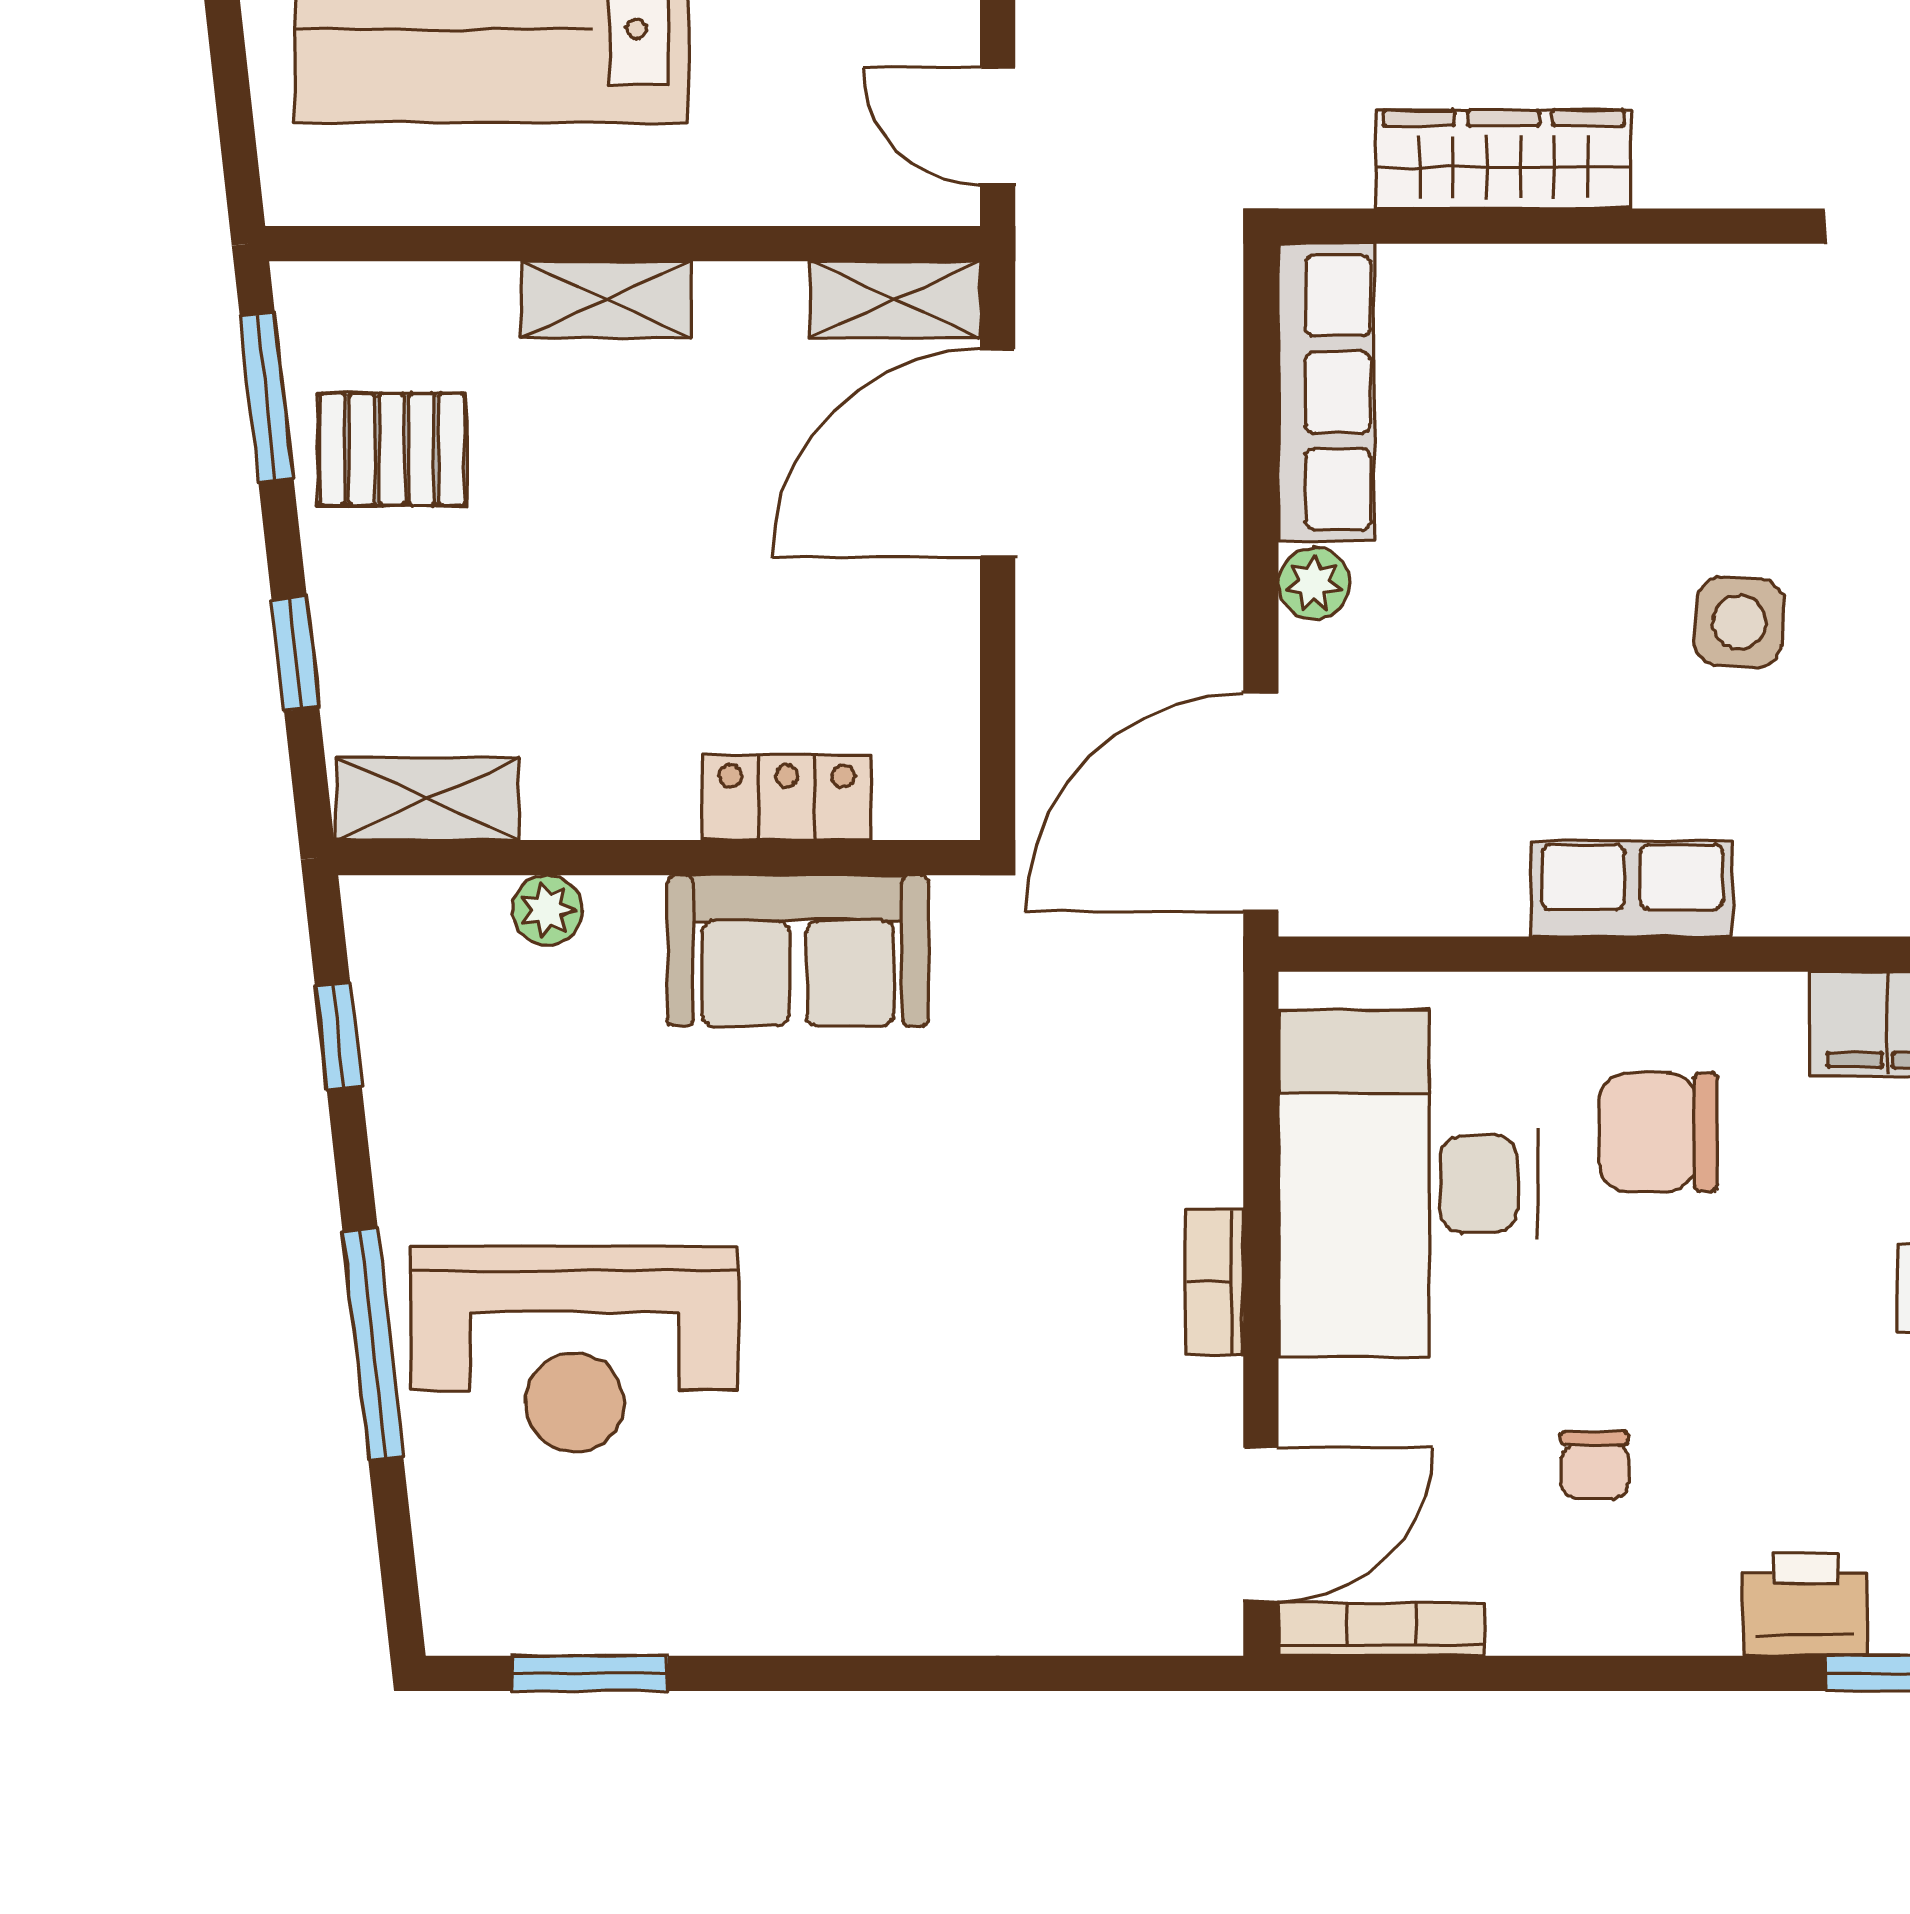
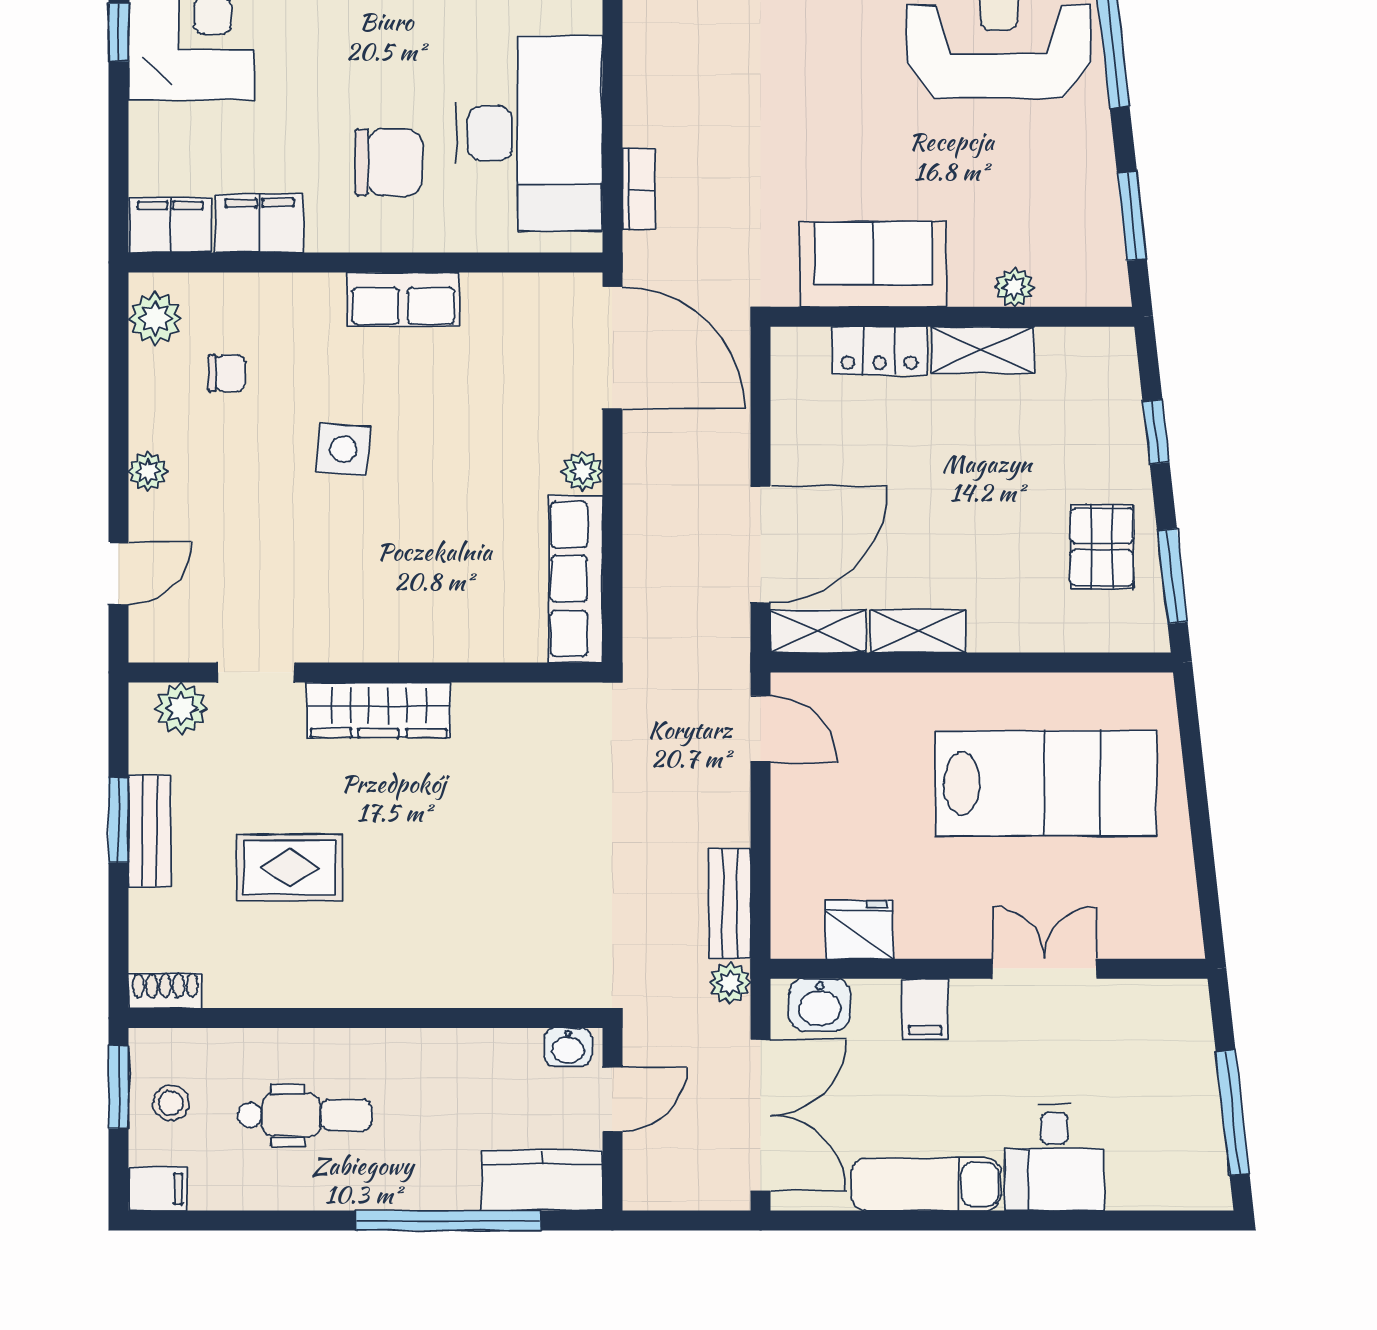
wardrobe: (1504, 159) -> (379, 710), moved
shelving: (606, 300) -> (918, 631), moved
pallet: (392, 449) -> (1102, 547), turned 90
shelving: (427, 799) -> (983, 350), moved
door: (1261, 802) -> (612, 348), hinge flipped
window: (338, 1036) -> (1132, 216), width x1.50
bookcase: (1214, 1282) -> (639, 189), moved

